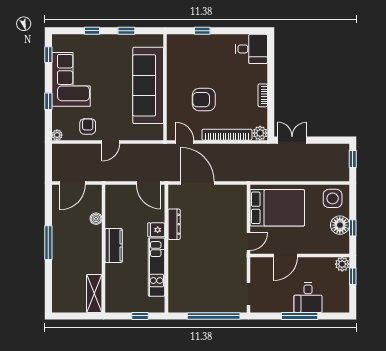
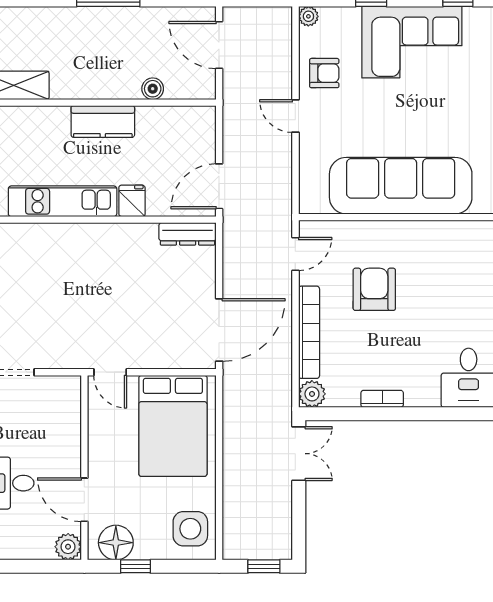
door: (197, 183) -> (219, 330), moved
dresser: (174, 224) -> (188, 234), moved
floor lamp: (340, 225) -> (116, 543), moved
door: (286, 255) -> (84, 500), moved
window: (353, 276) -> (45, 566), removed

